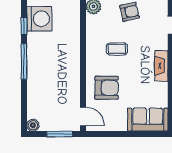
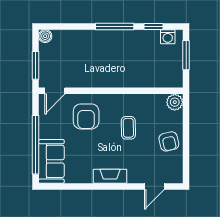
washing machine: (39, 19) -> (168, 37), width x0.53, depth x0.53
window: (132, 134) -> (36, 145), added

